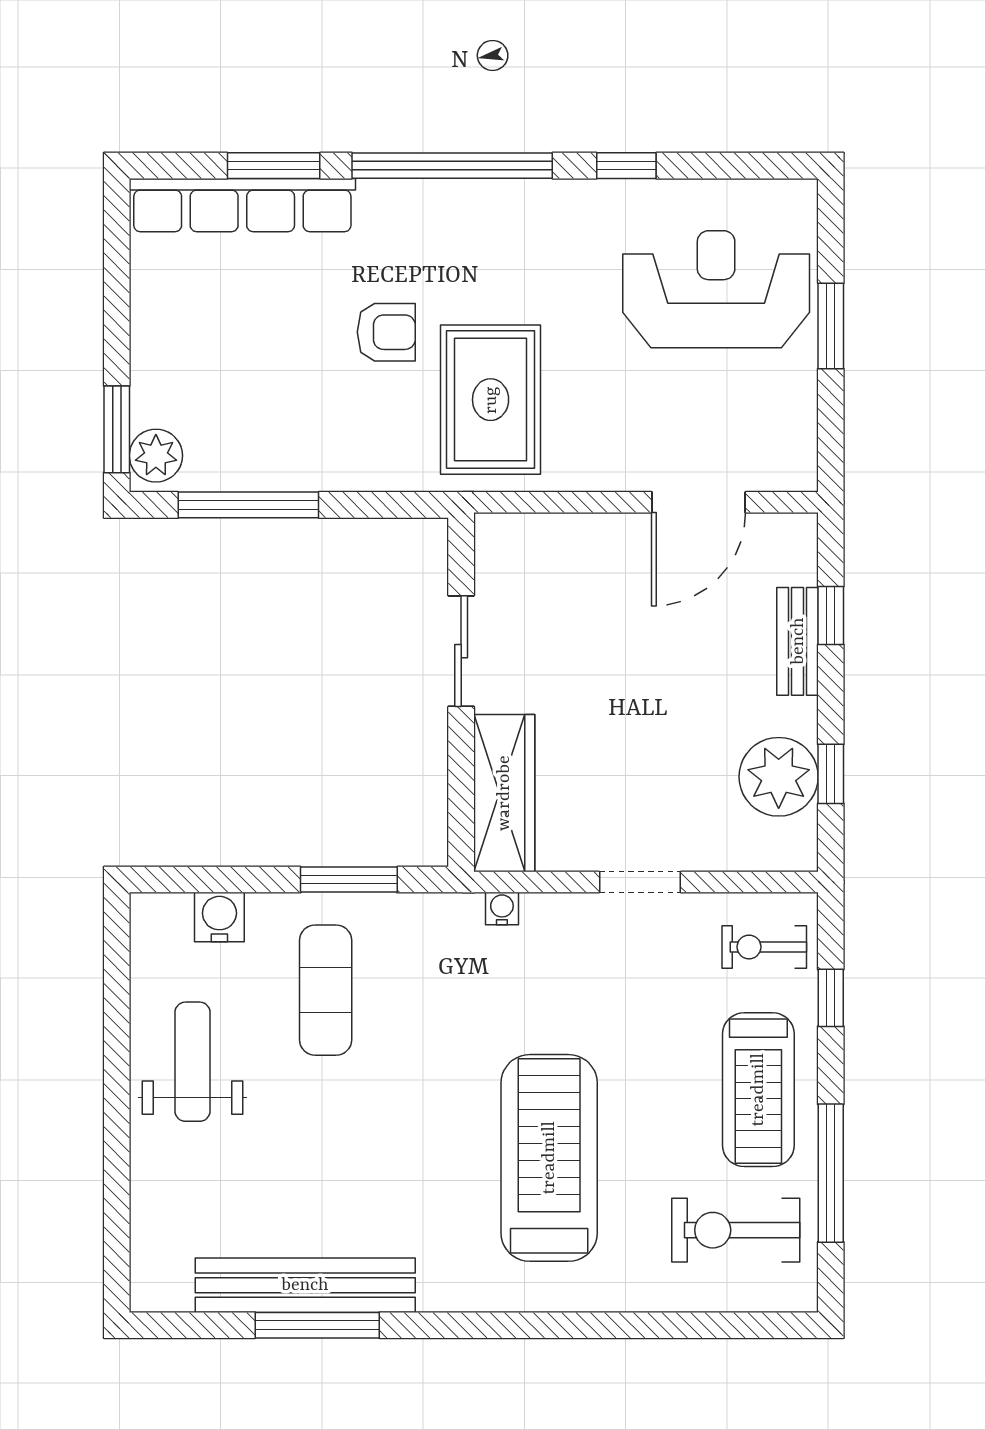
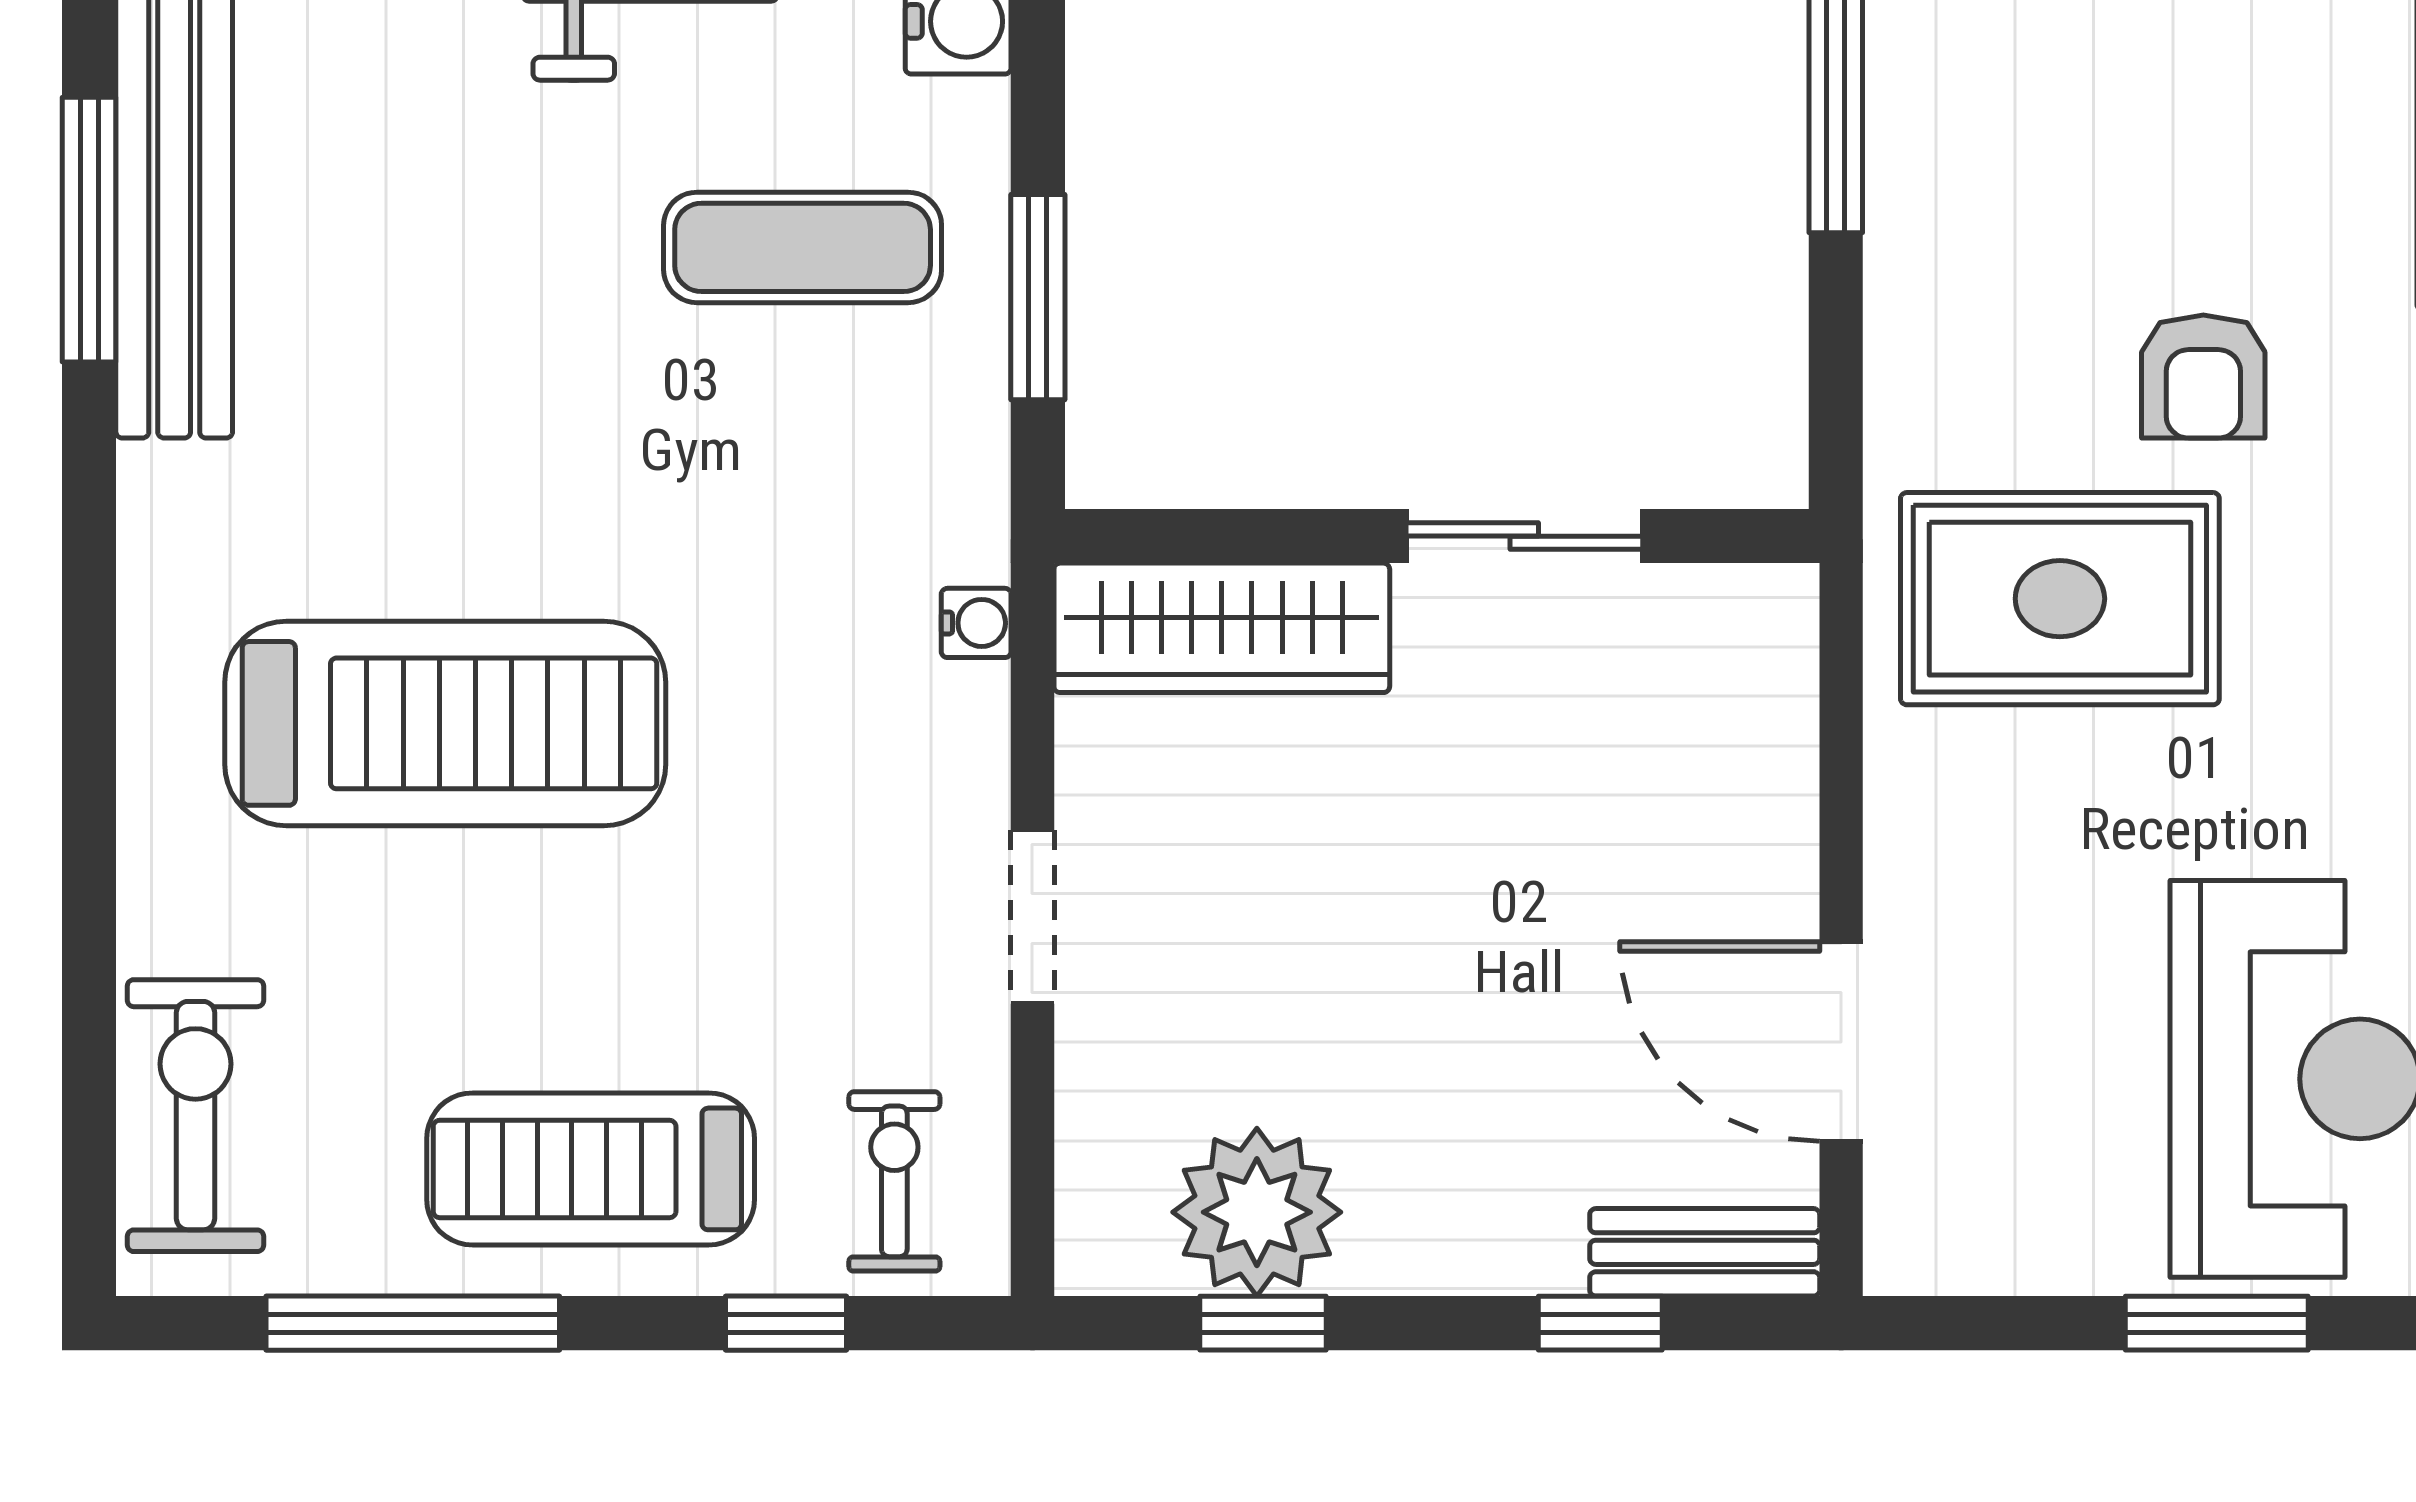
bench: (798, 641) -> (1705, 1252), moved
exercise bike: (736, 1230) -> (195, 1116), moved

